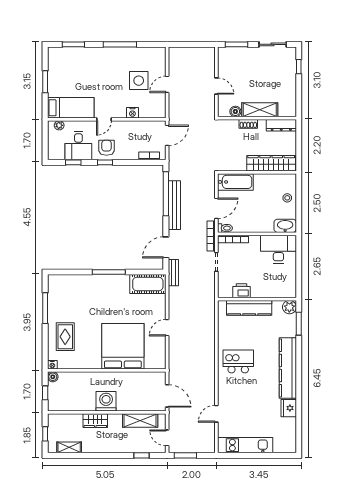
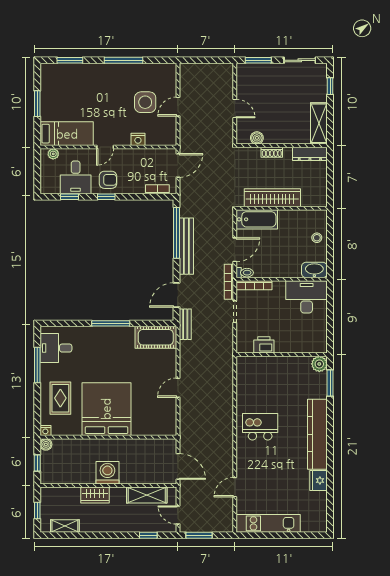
shelving: (260, 110) -> (319, 123), moved, turned 90
armchair: (107, 148) -> (108, 180), turned 90
wardrobe: (271, 163) -> (272, 198), moved
desk: (61, 293) -> (56, 348), added
kitchen counter: (249, 308) -> (273, 365), removed
bed: (123, 346) -> (106, 409), moved

